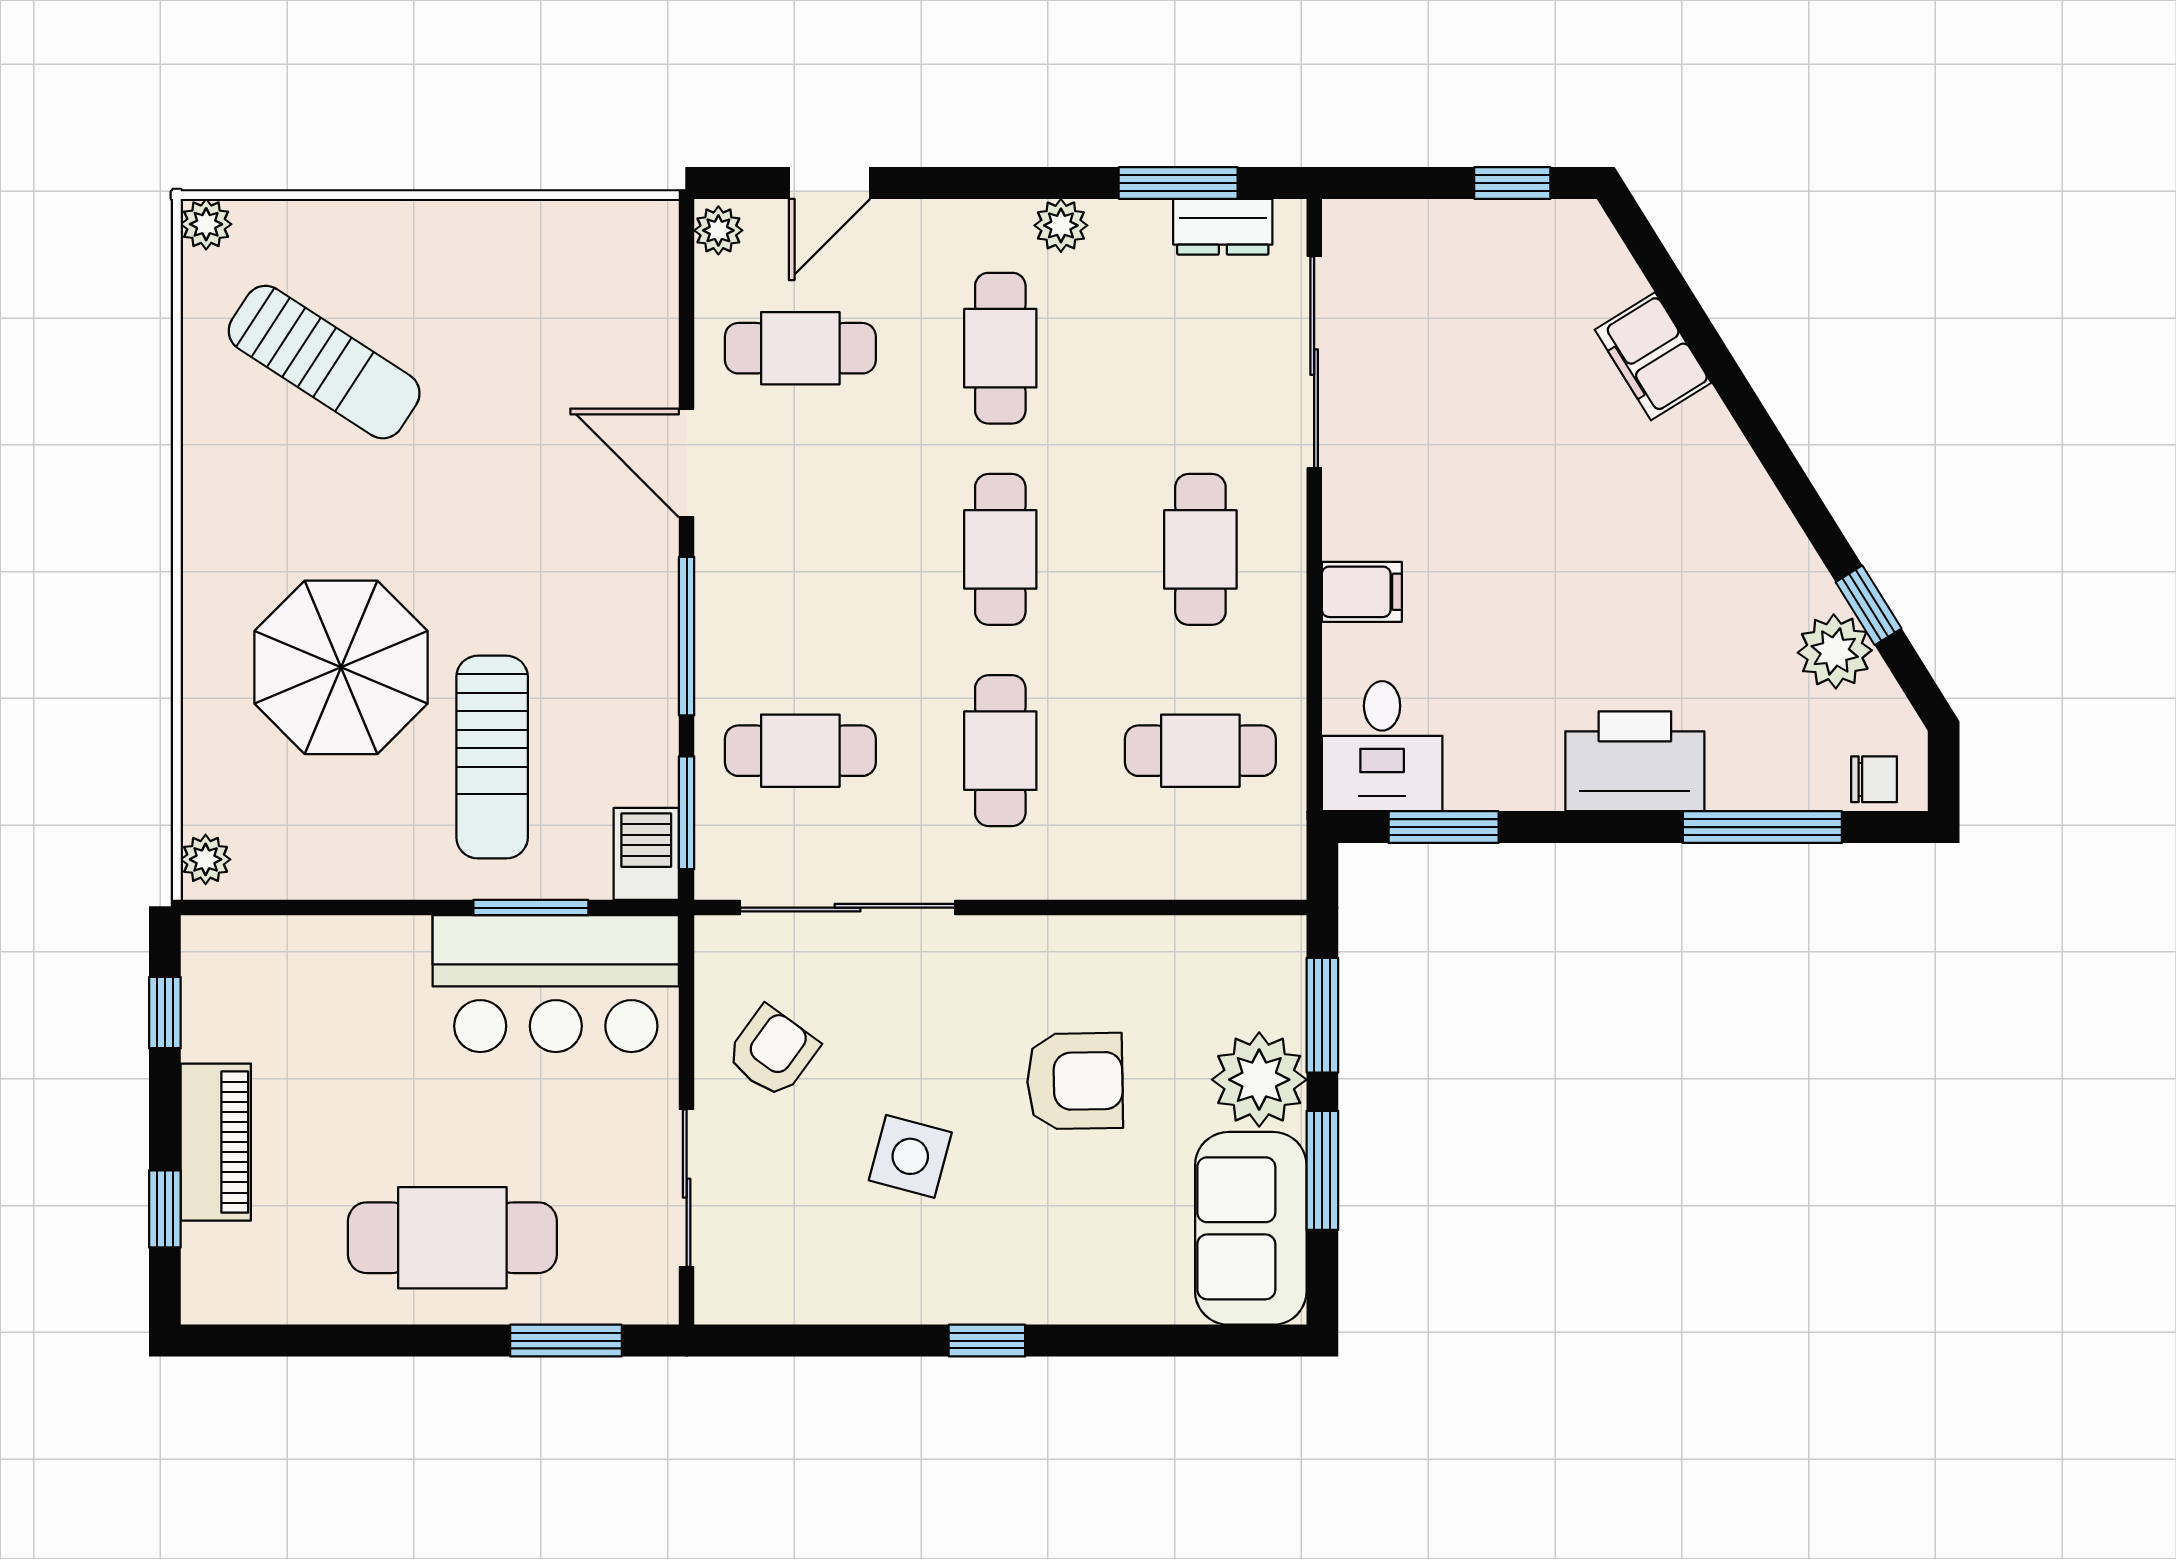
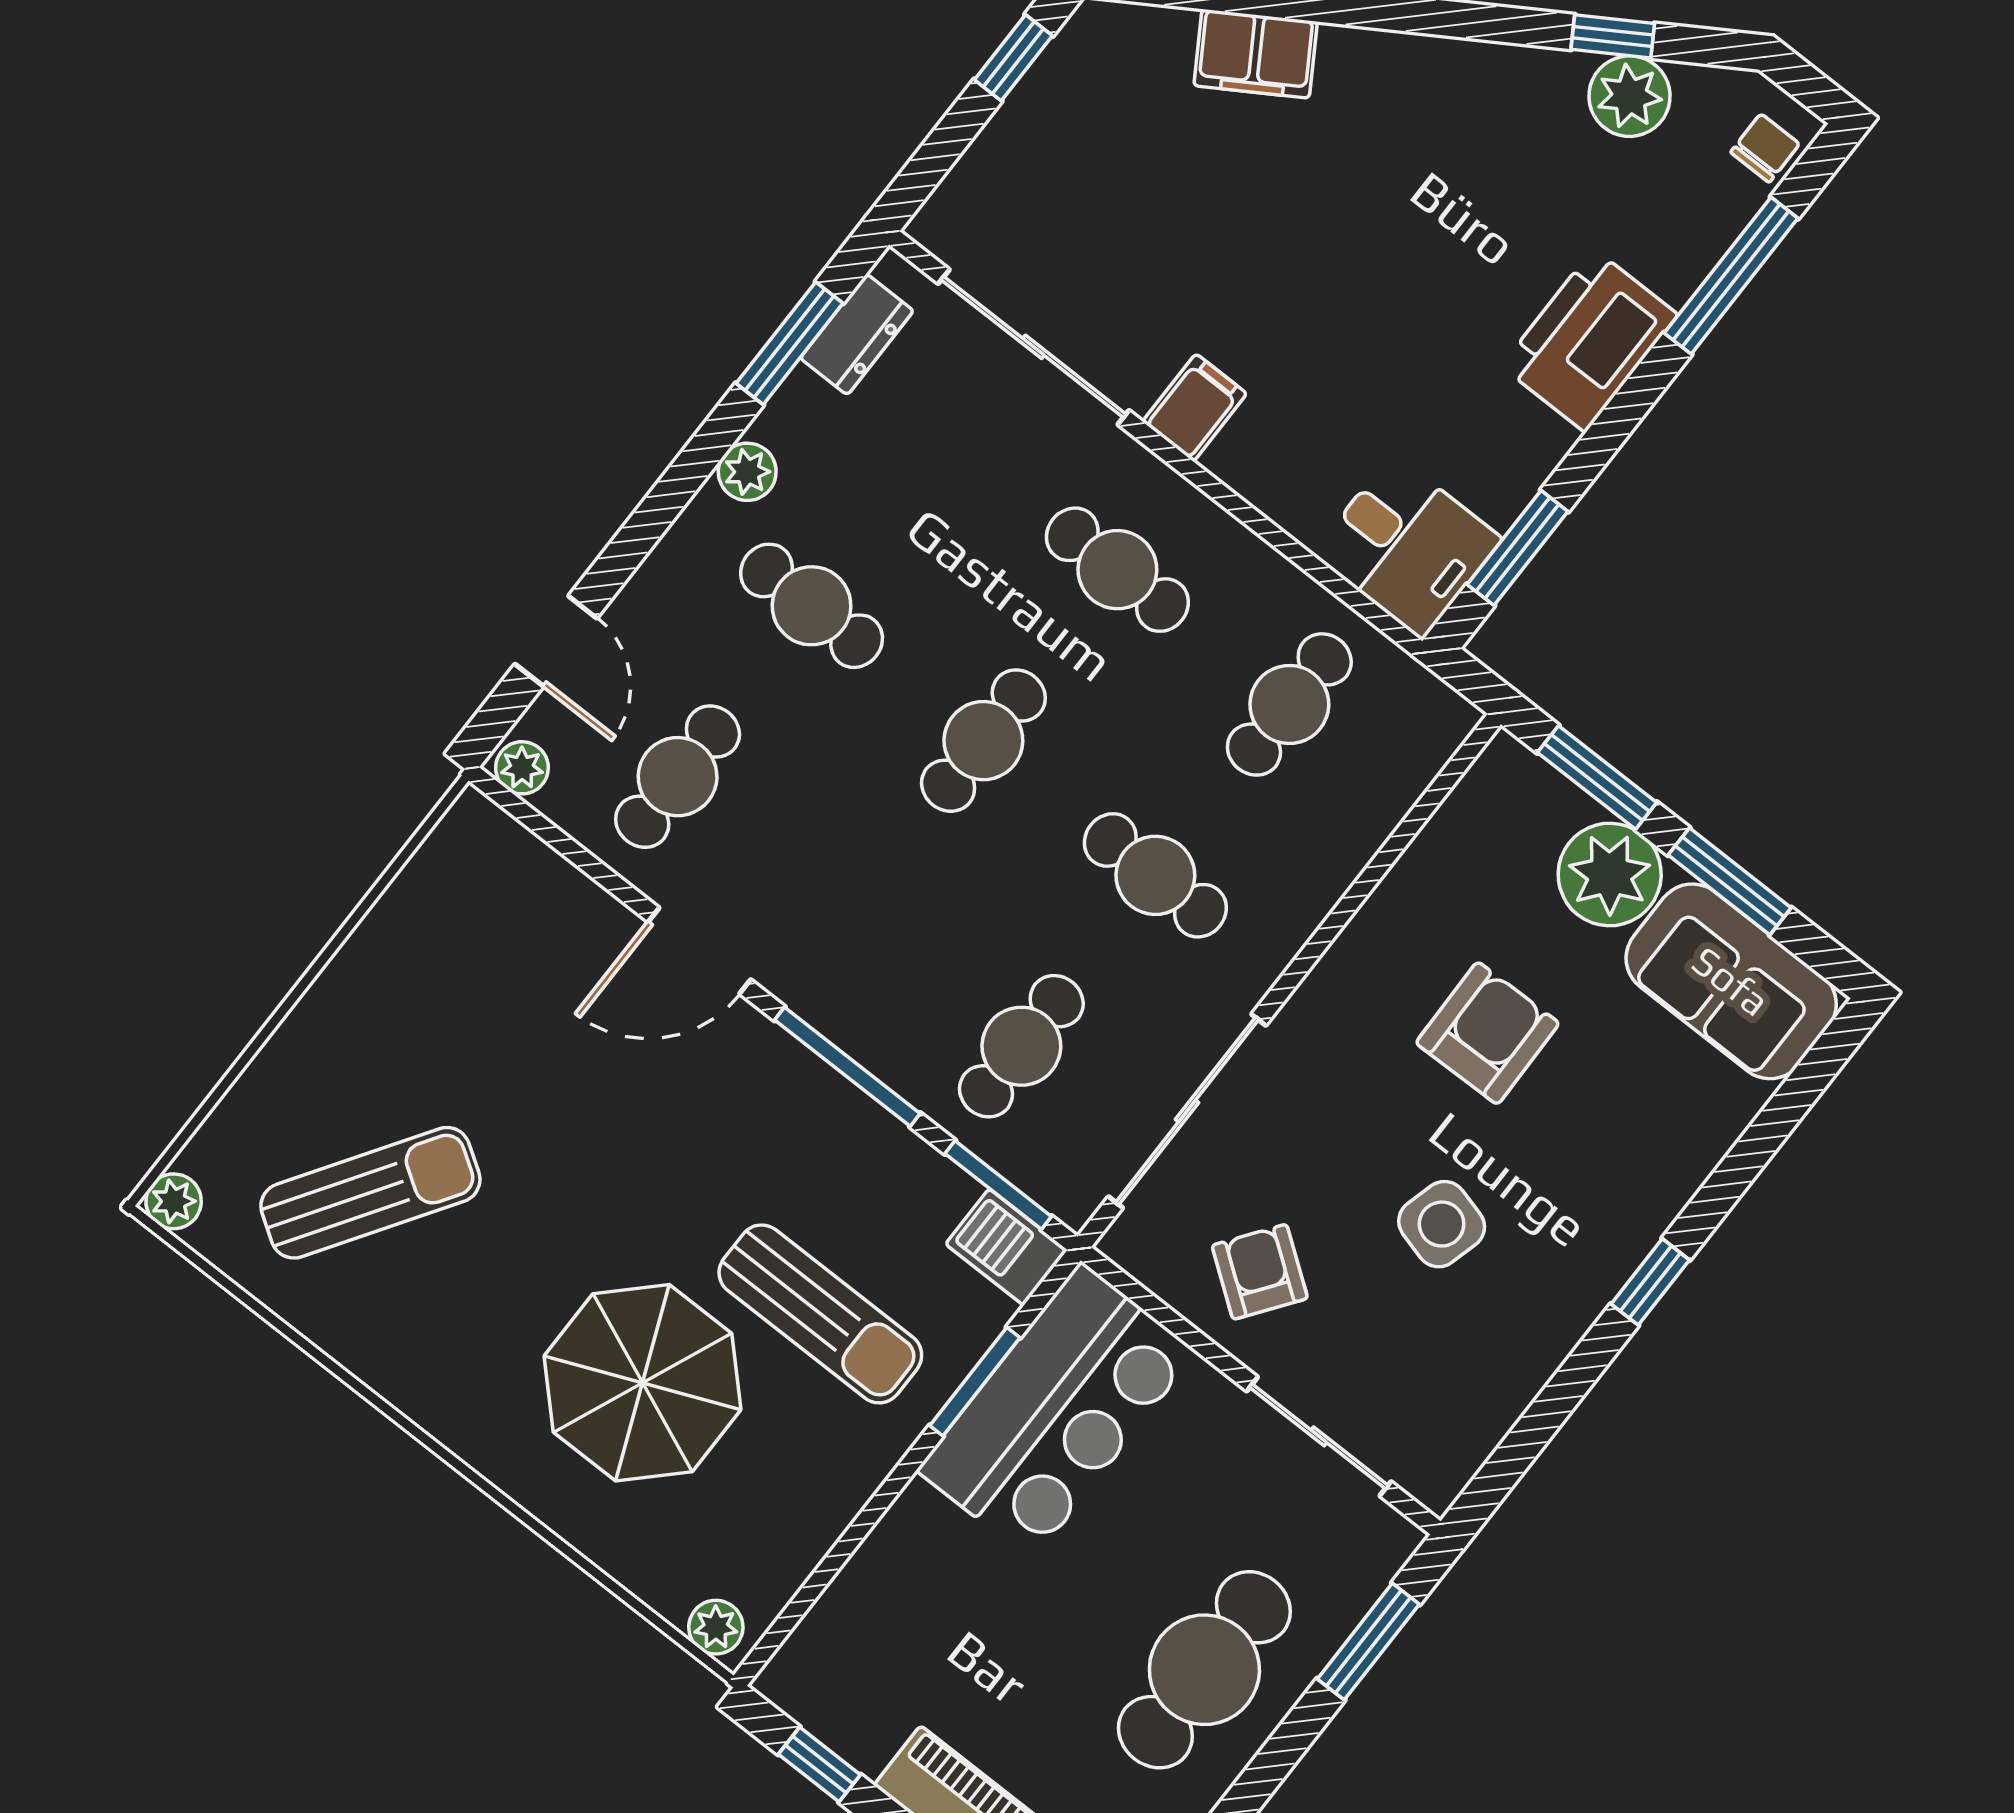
cafe table: (1000, 549) -> (983, 741), turned 90
filing cabinet: (1362, 592) -> (1195, 408), moved

